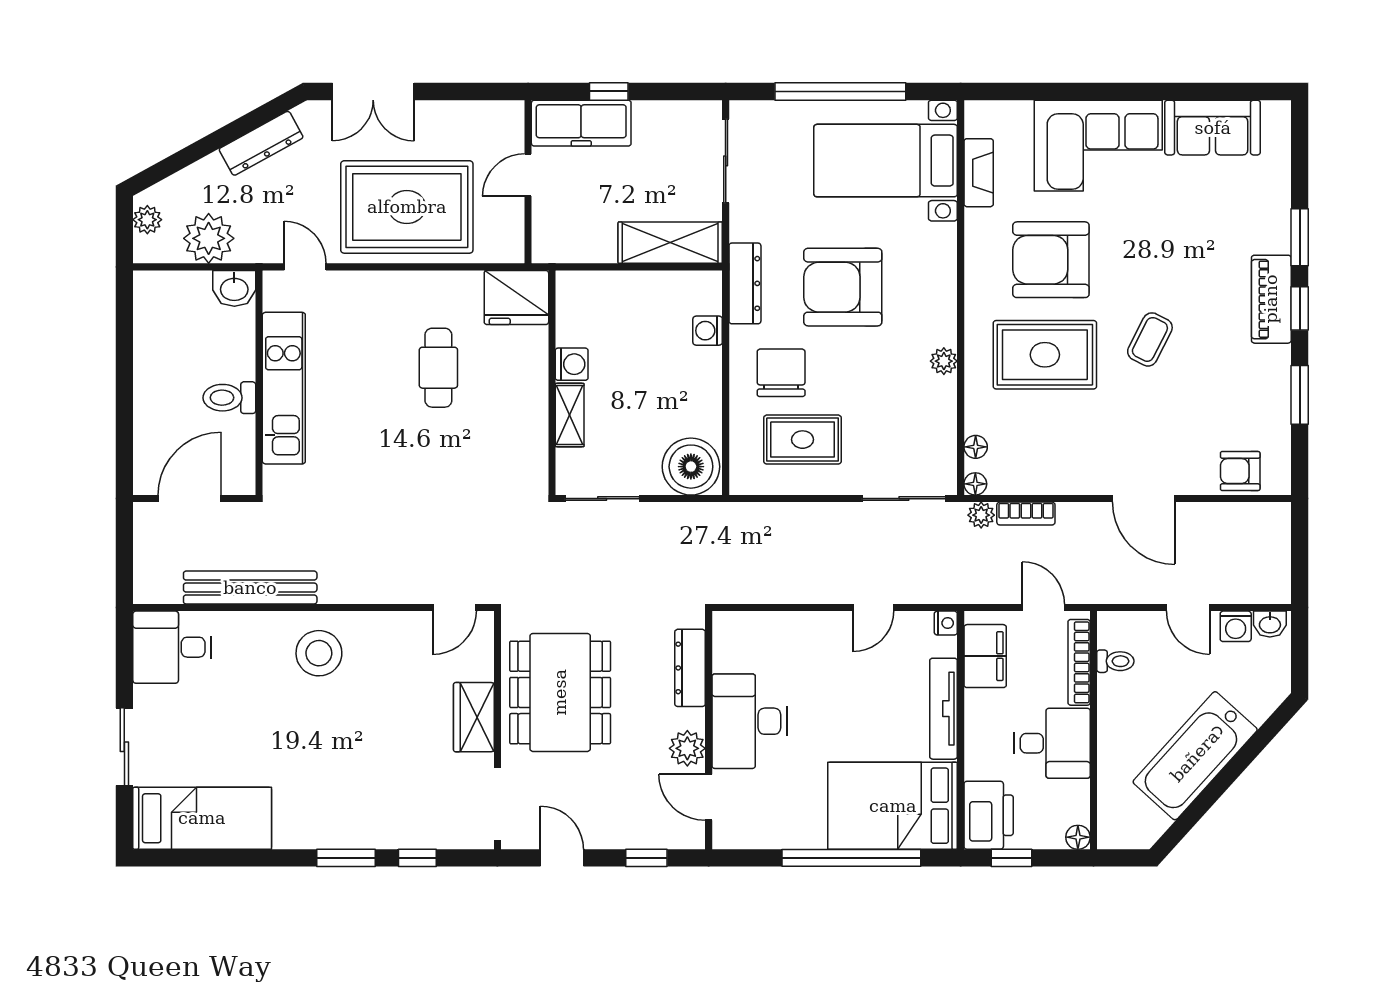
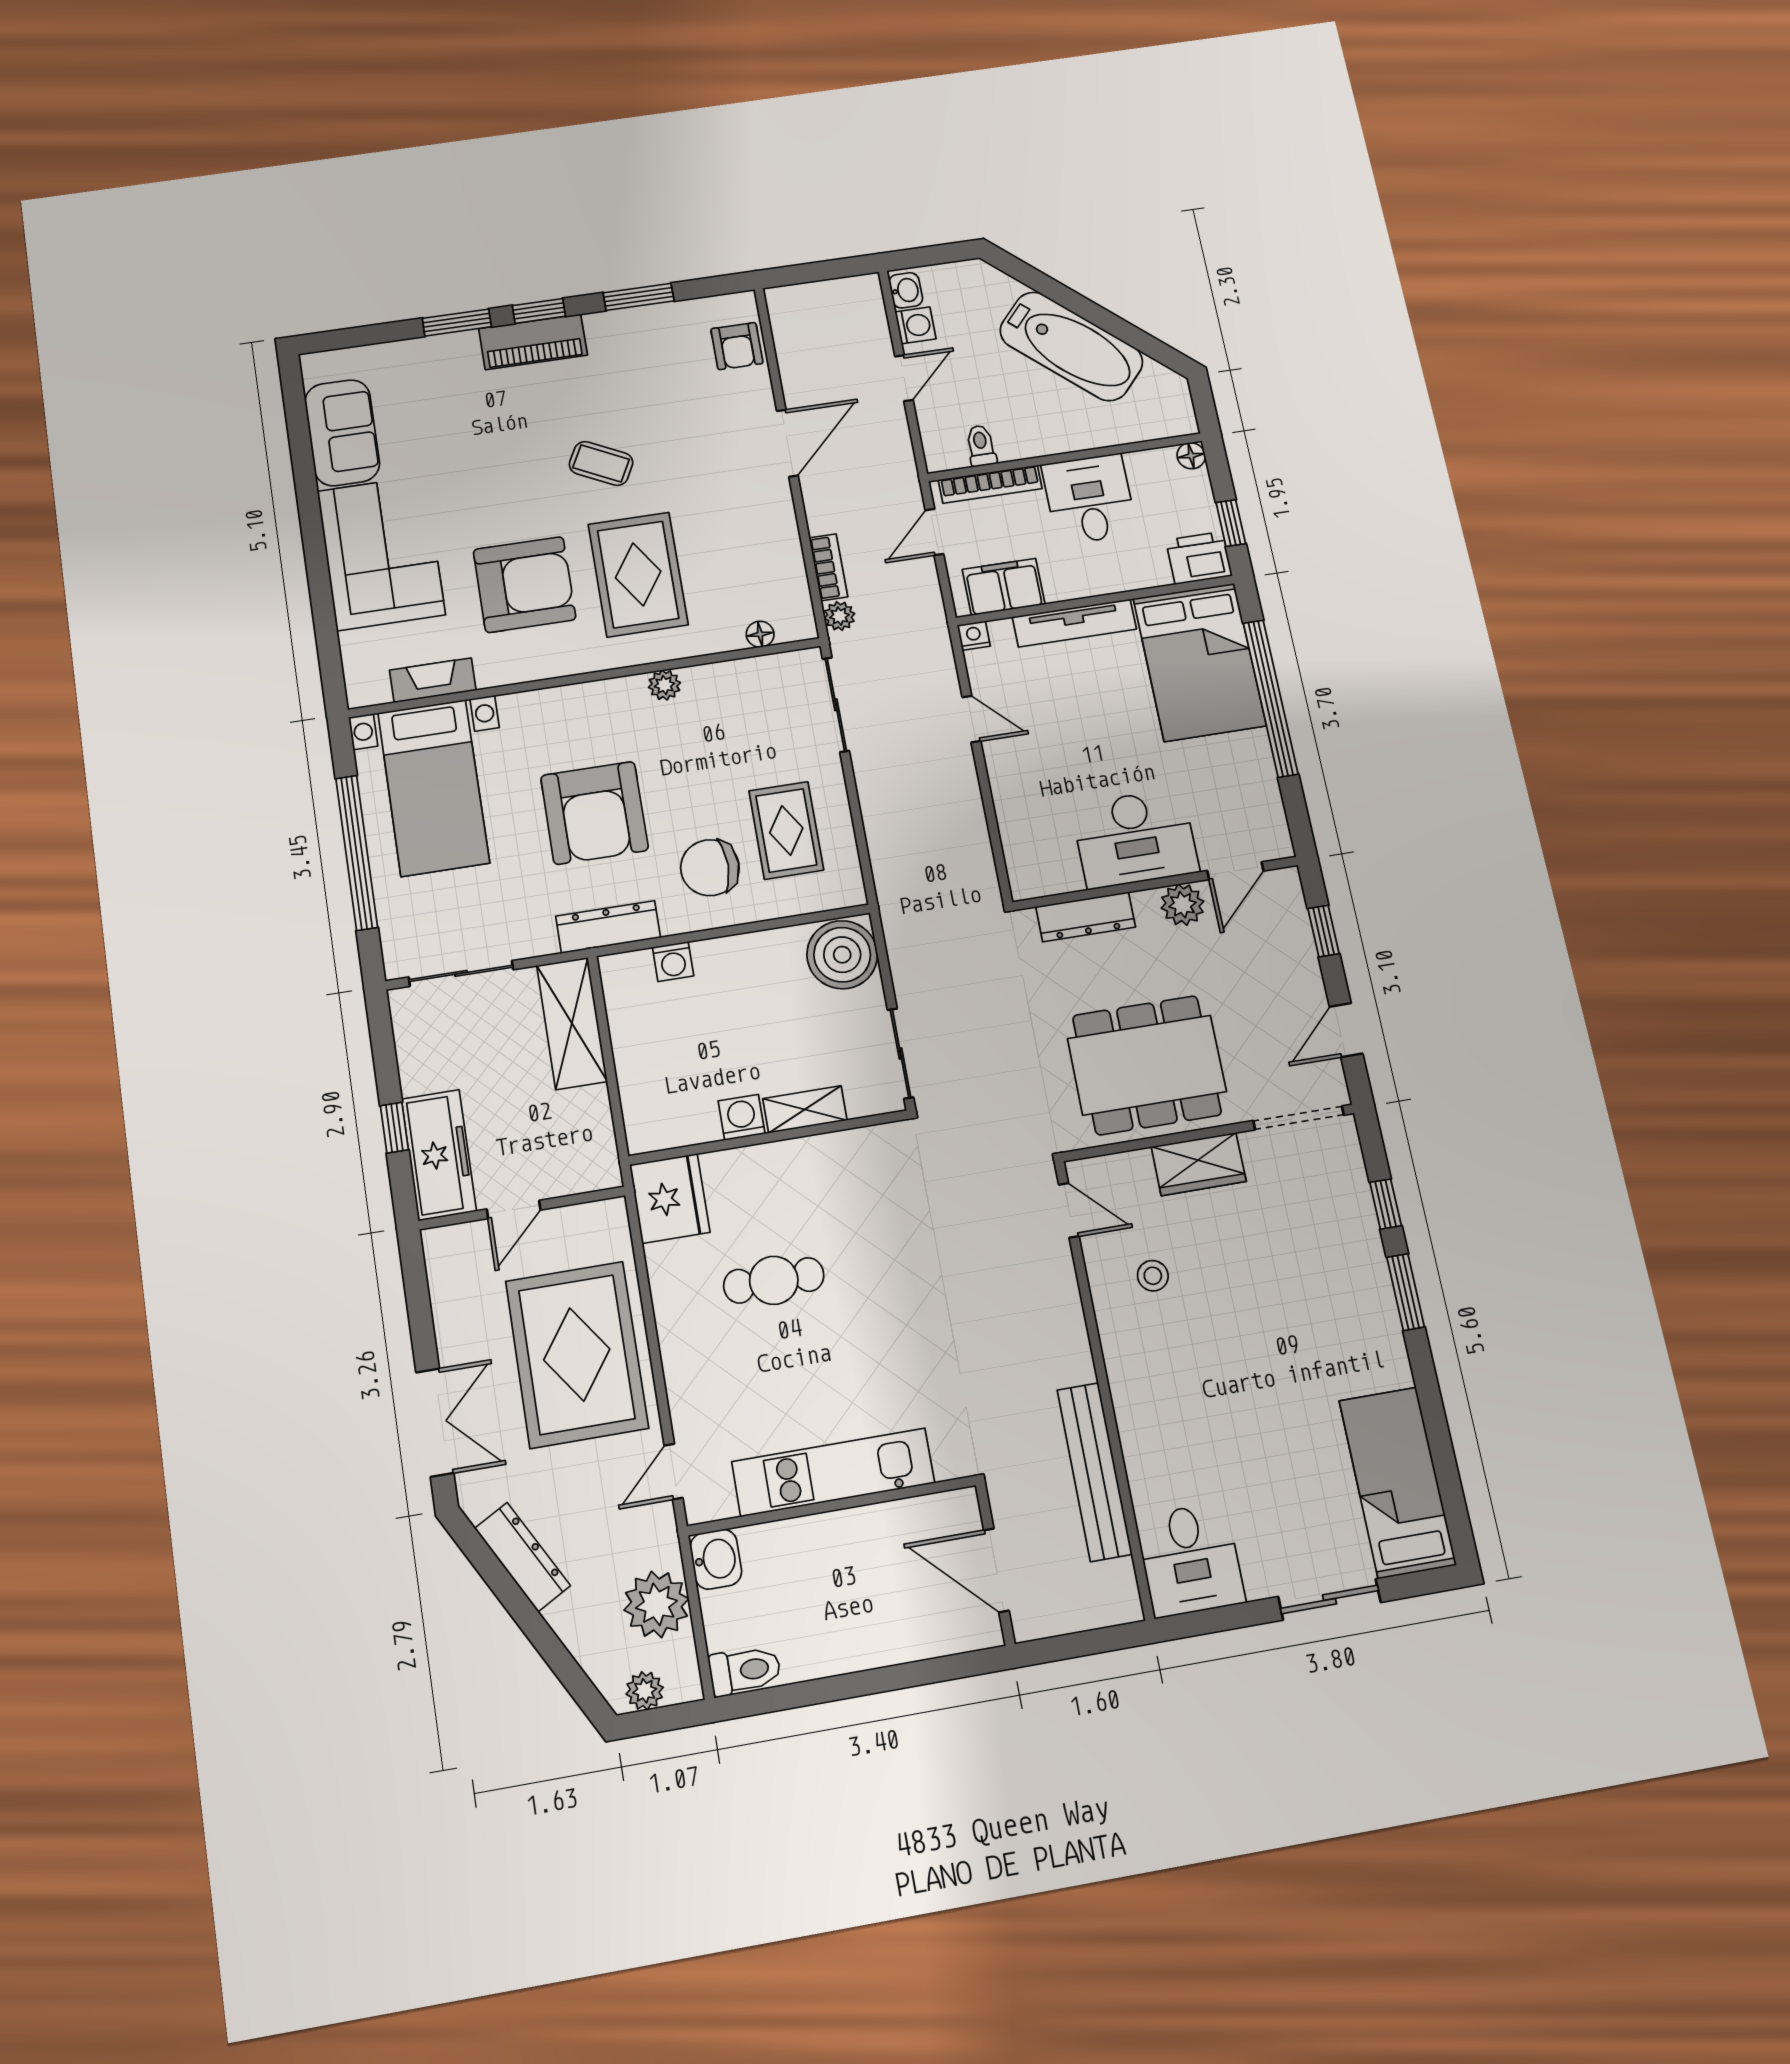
door: (528, 175) -> (514, 1209), hinge flipped
armchair: (1051, 260) -> (525, 585), turned -90
toilet: (229, 398) -> (745, 1671), moved, turned -90
floor lamp: (975, 484) -> (804, 628), removed
stool: (319, 653) -> (1153, 1276), moved, width x0.53, depth x0.53
printer: (989, 815) -> (1199, 558), width x0.73, depth x0.84

